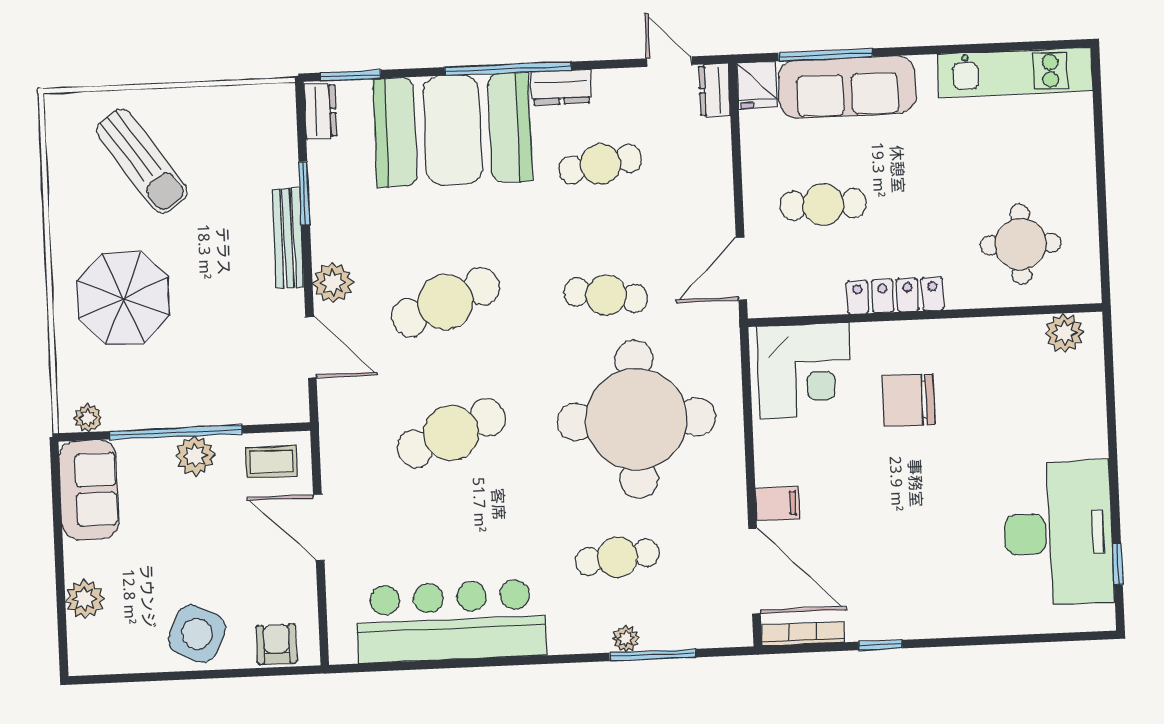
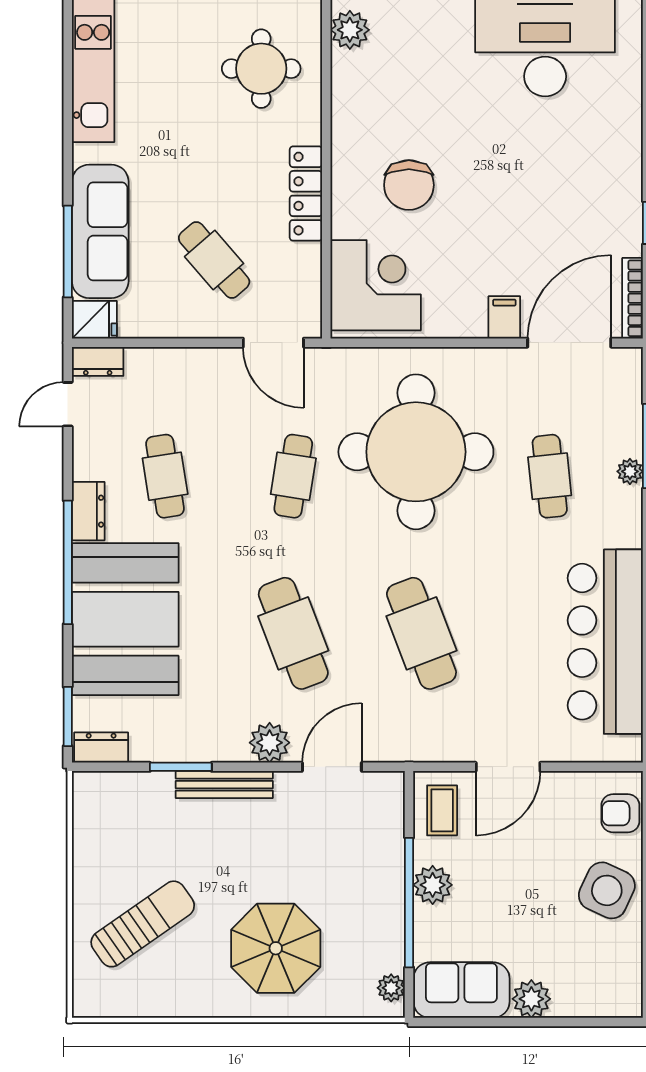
cafe table: (823, 205) -> (214, 260), turned -41
plant: (85, 599) -> (531, 999), moved

